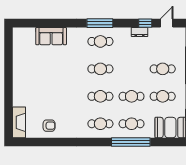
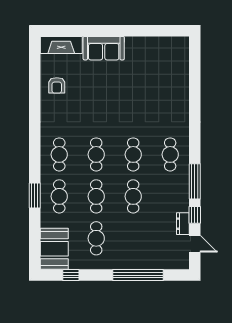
window: (100, 23) -> (195, 181), moved
dresser: (140, 32) -> (183, 224), moved
sofa: (51, 36) -> (104, 48), moved, turned -90
cafe table: (163, 69) -> (133, 196), moved
window: (131, 142) -> (35, 195), width x0.47

